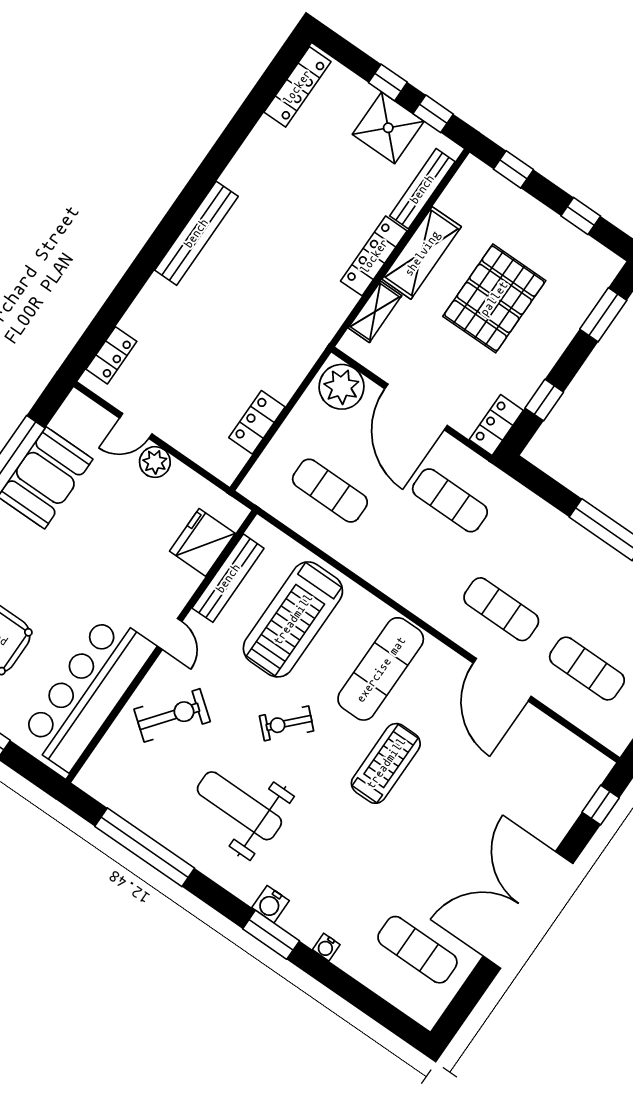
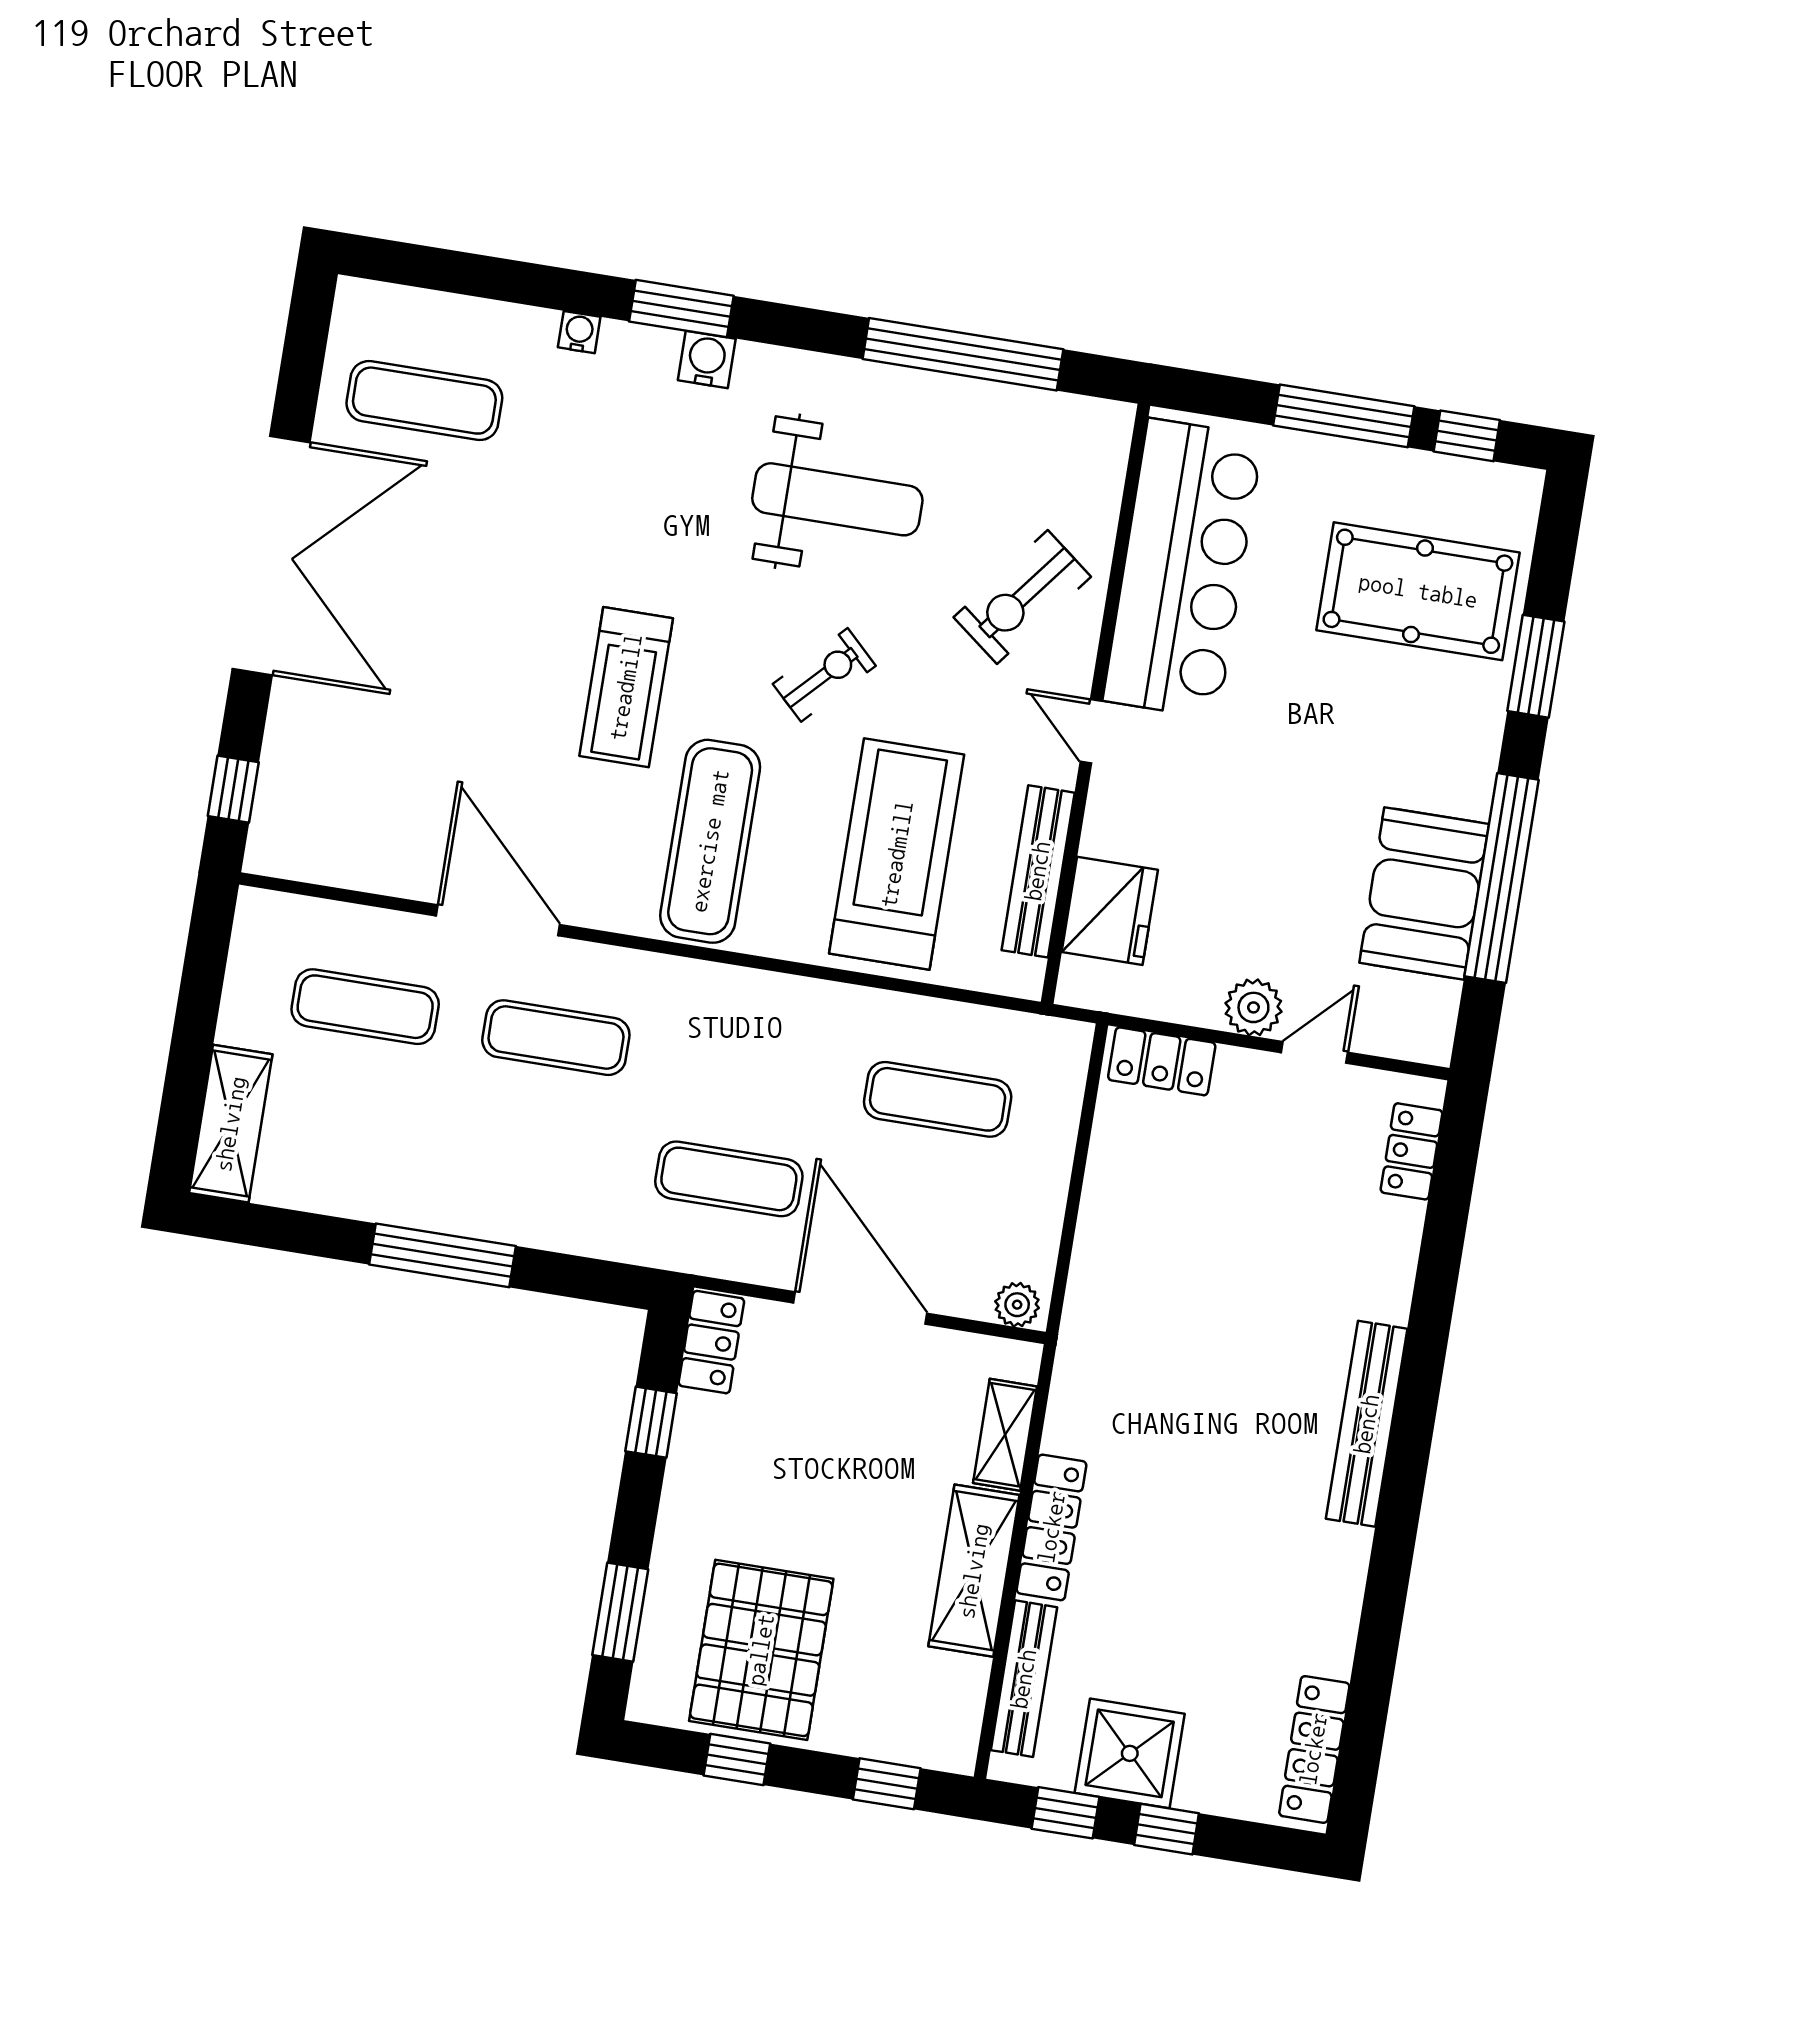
pallet: (494, 298) -> (761, 1650), moved
plant: (342, 387) -> (1017, 1305), width x0.53, depth x0.53
locker: (257, 422) -> (1162, 1061), moved, turned 90

